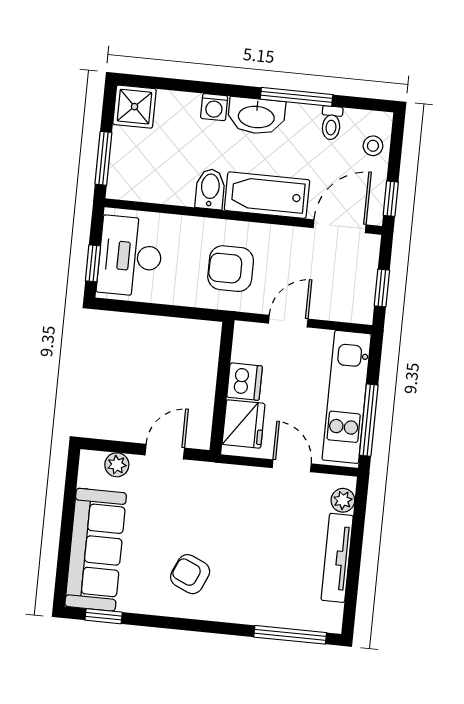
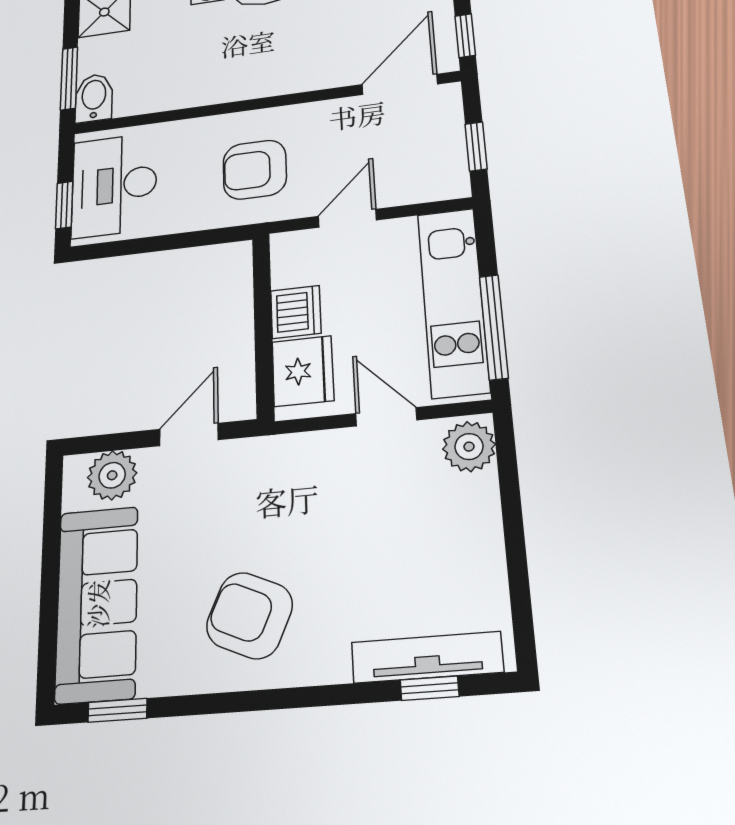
bidet: (210, 189) -> (94, 98), moved
bathtub: (267, 195) -> (292, 70), removed
plant: (117, 465) -> (112, 475), width x1.38, depth x1.38
plant: (343, 500) -> (469, 447), width x1.38, depth x1.38
tv unit: (337, 558) -> (427, 657), moved, turned 90
armchair: (190, 574) -> (249, 615), width x1.38, depth x1.38
window: (290, 635) -> (429, 688), width x0.46

